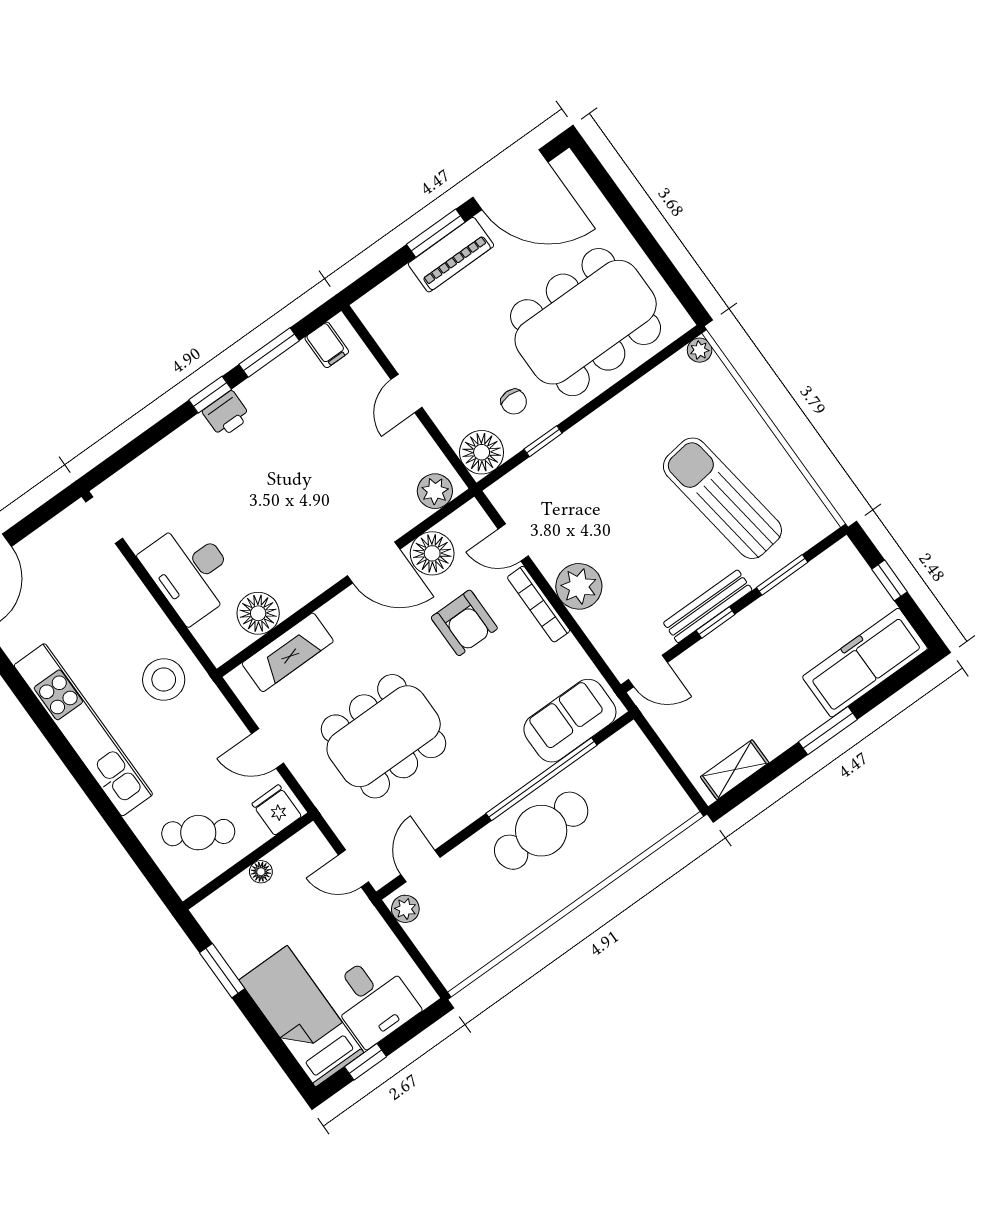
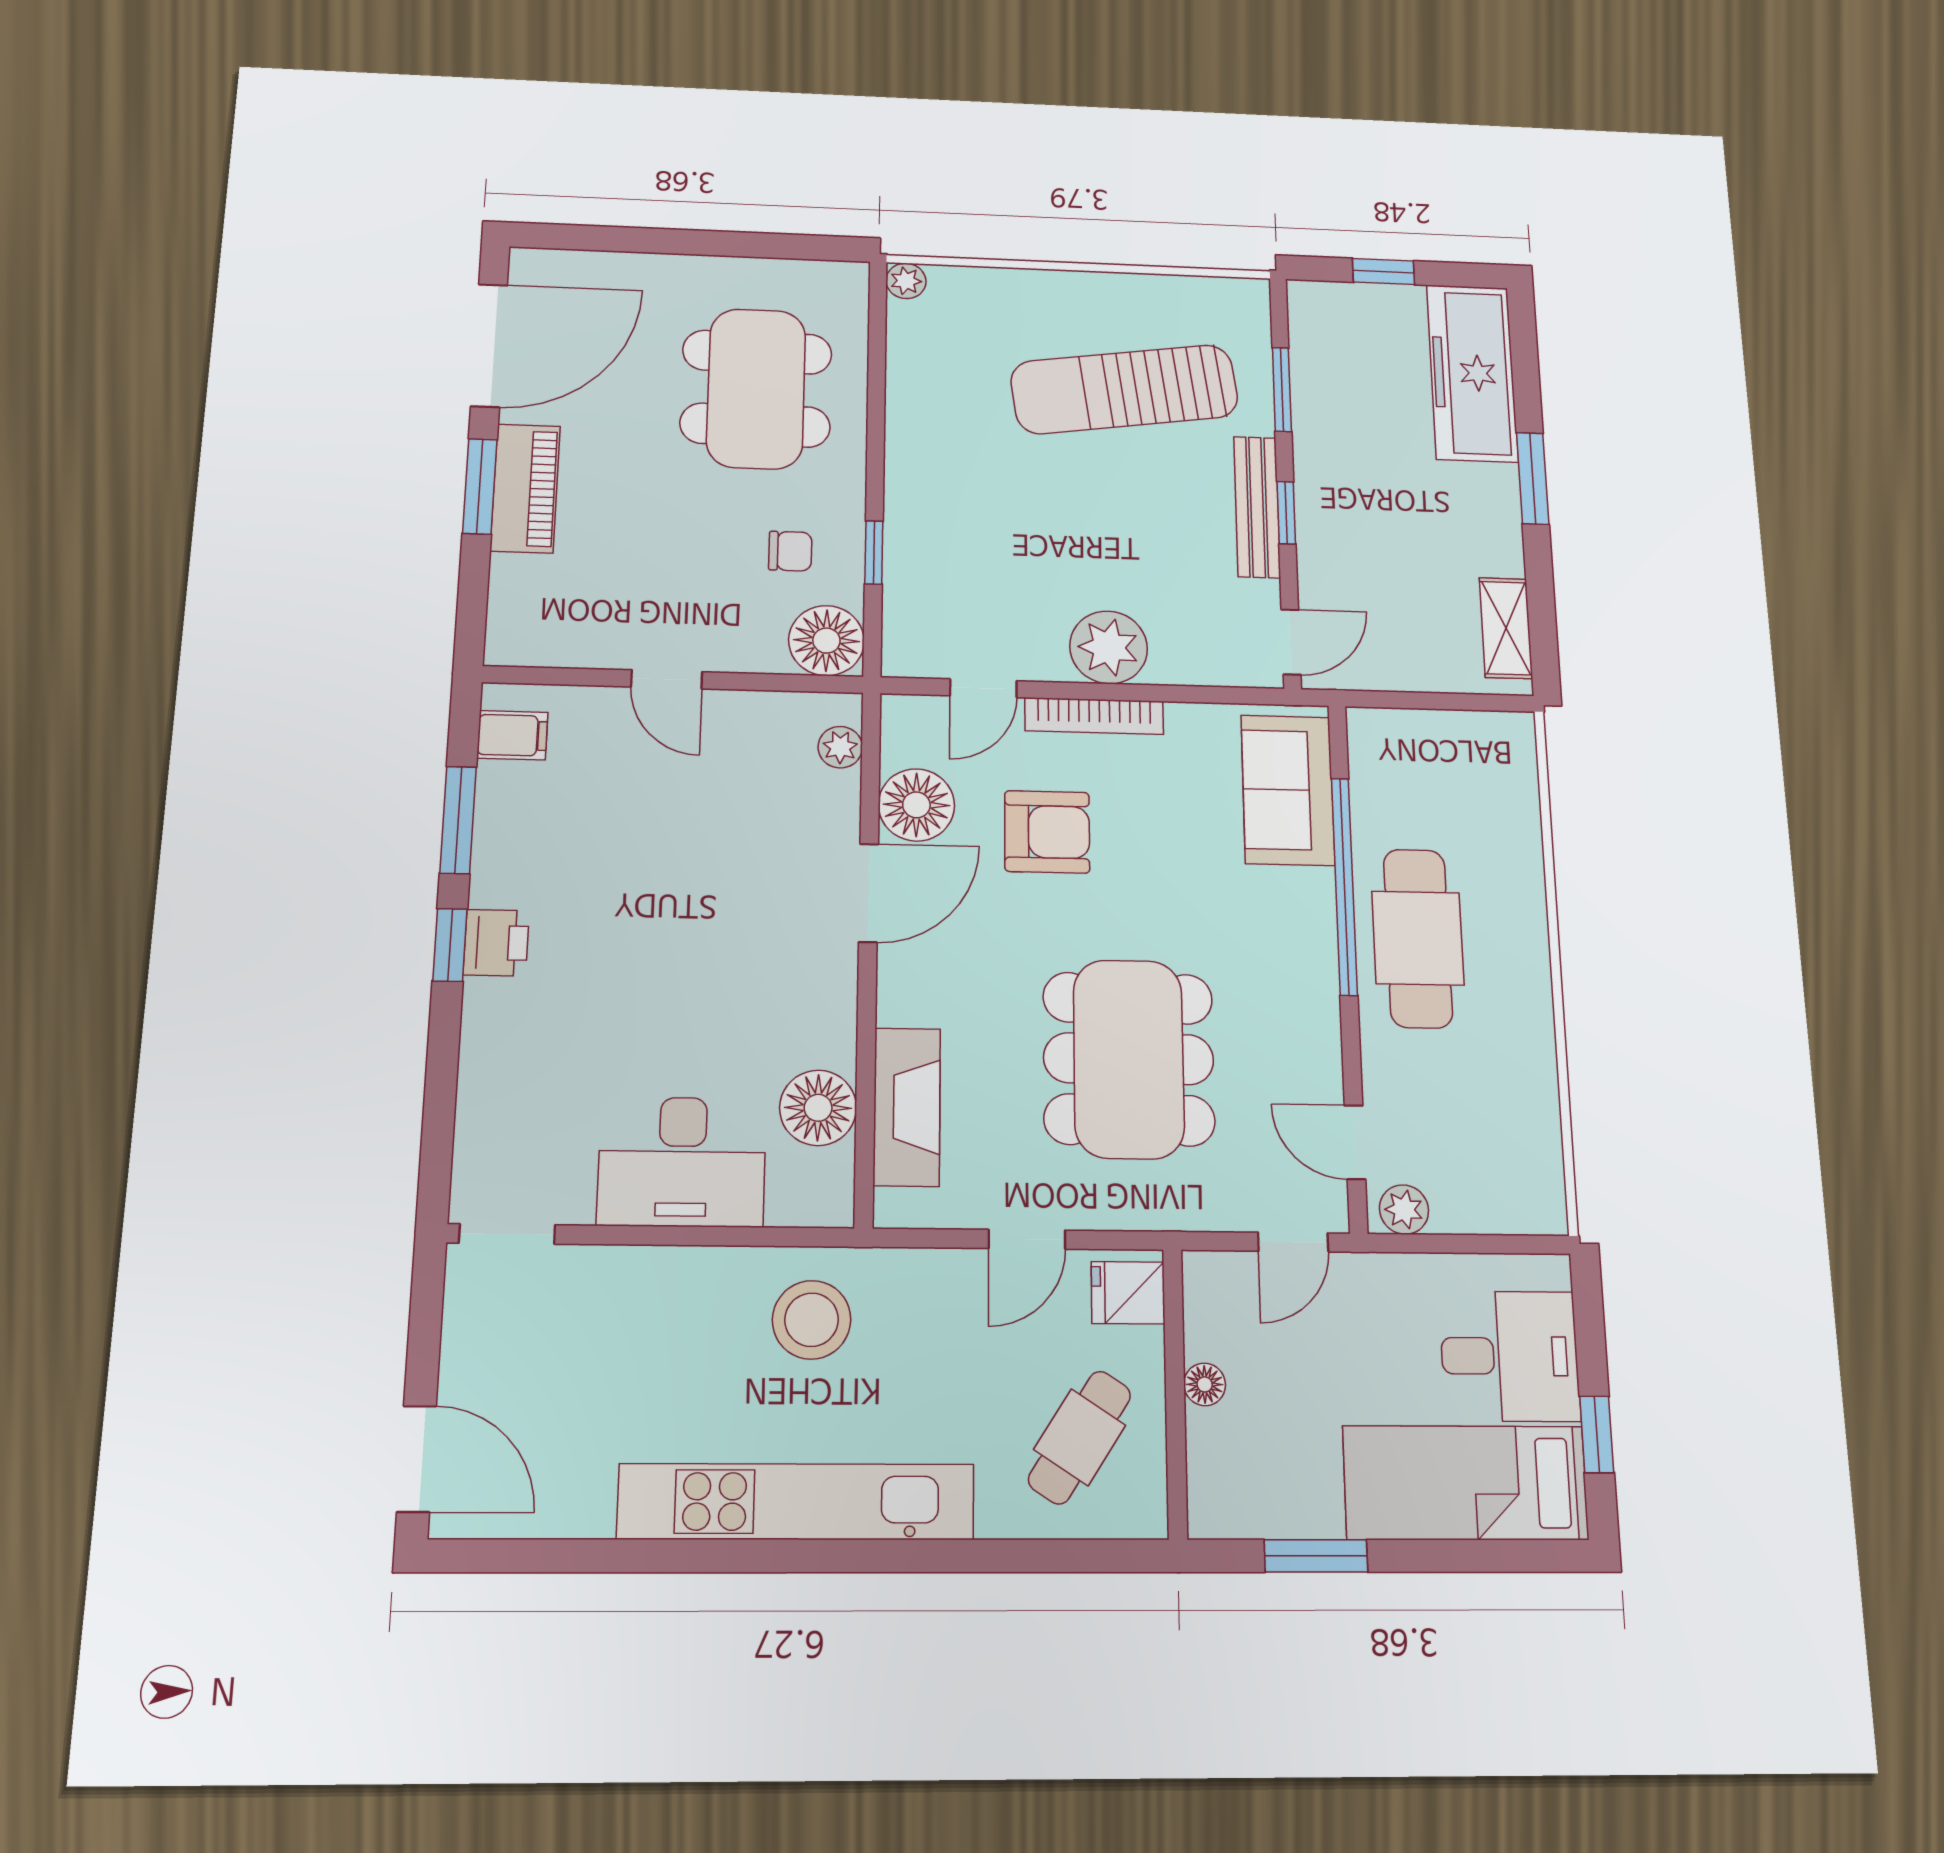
dining table: (586, 322) -> (756, 389), width x0.73, depth x0.80
plant: (435, 491) -> (840, 747), width x0.73, depth x0.73

